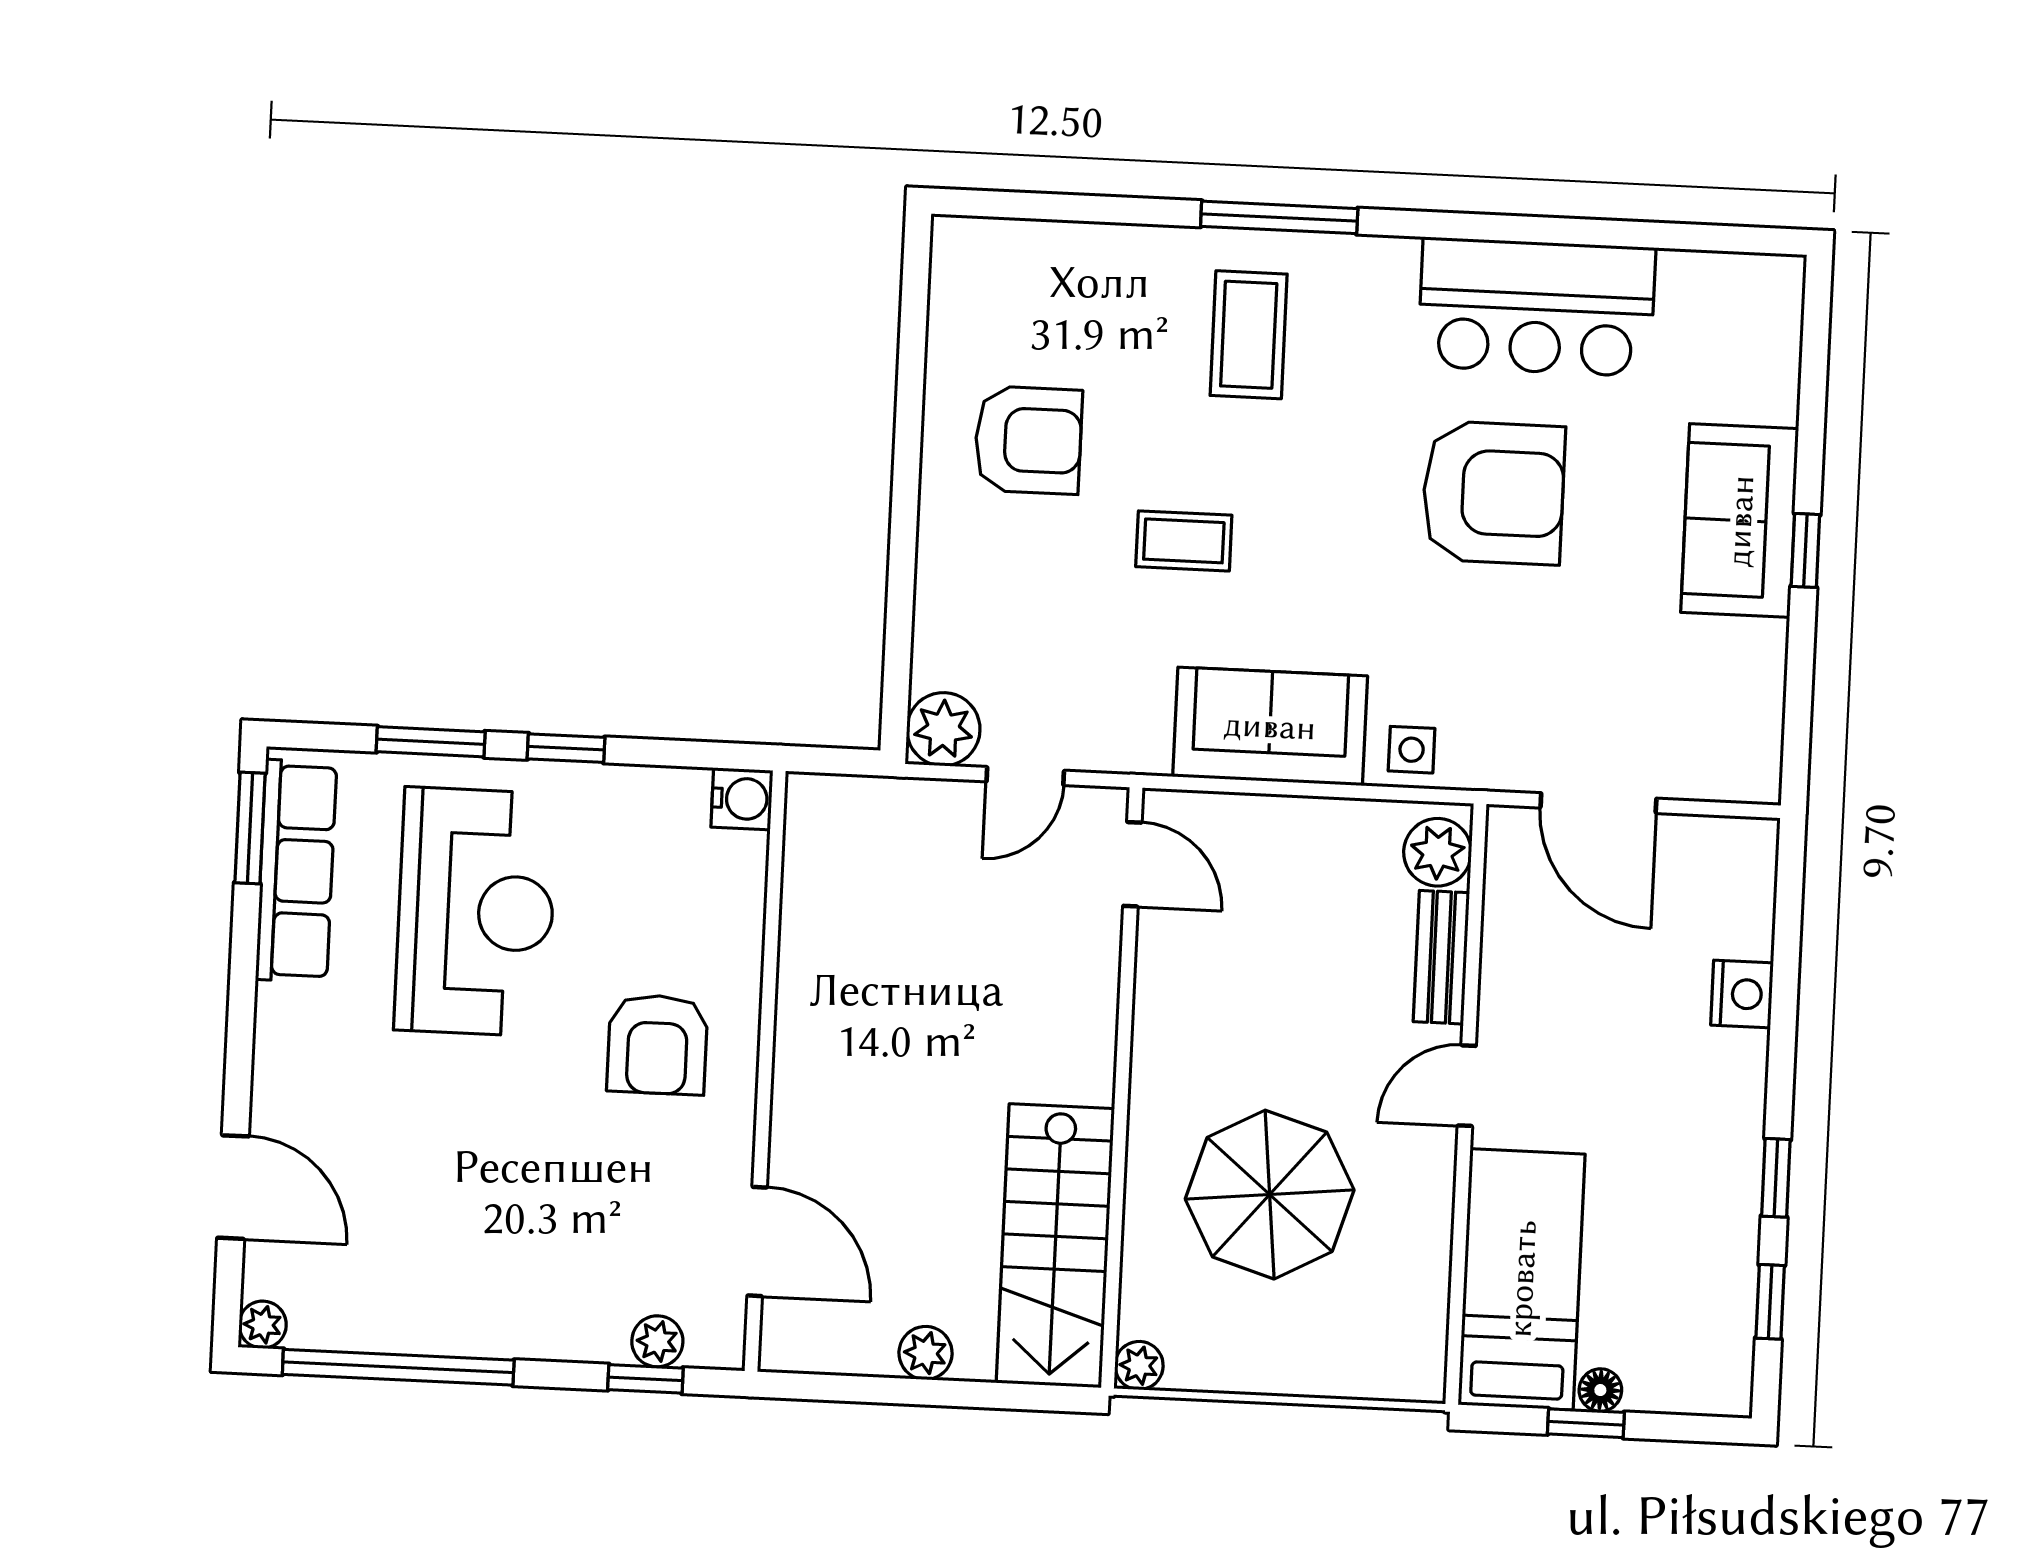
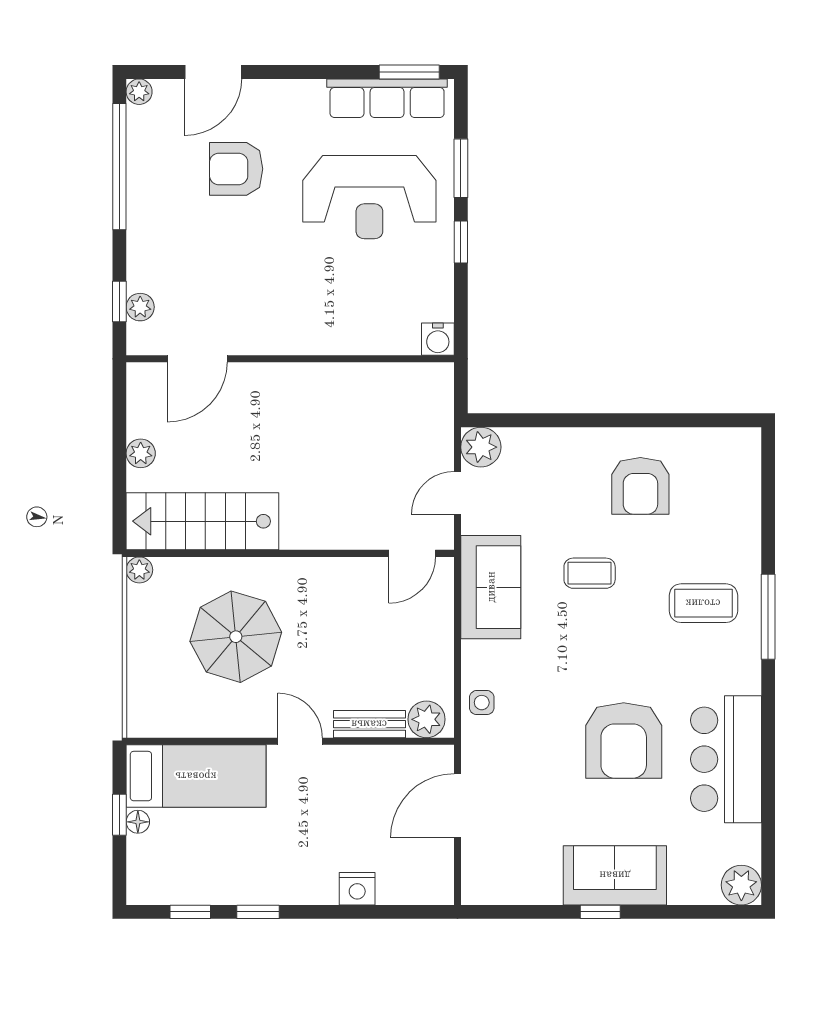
plant: (1768, 290) -> (741, 885), added
coffee table: (1184, 541) -> (590, 573), turned 90
sofa: (1270, 726) -> (491, 587), moved
door: (1025, 776) -> (457, 493), hinge flipped
armchair: (657, 1045) -> (236, 169), moved

